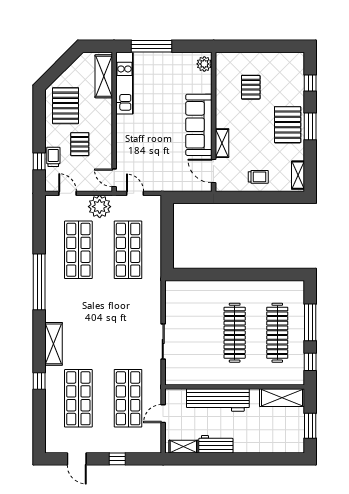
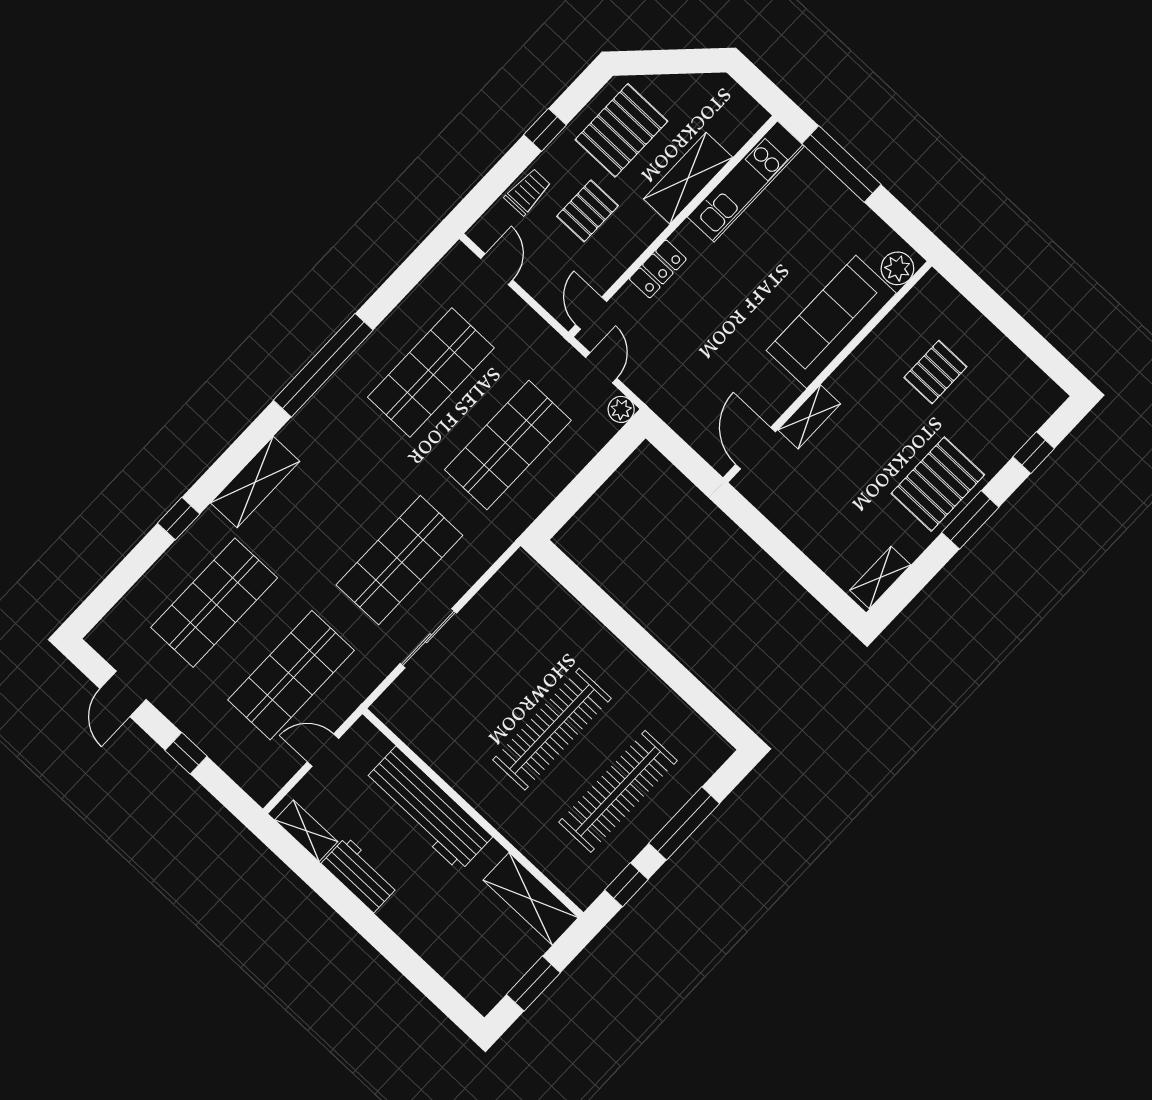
shelving: (104, 76) -> (688, 178), moved
sofa: (199, 125) -> (831, 322), moved
locker: (123, 141) -> (658, 269), added
window: (39, 161) -> (545, 130), moved
trolley: (258, 177) -> (816, 522), removed
plant: (100, 207) -> (621, 409), moved, width x0.53, depth x0.53
shop shelf: (128, 324) -> (399, 560), added

